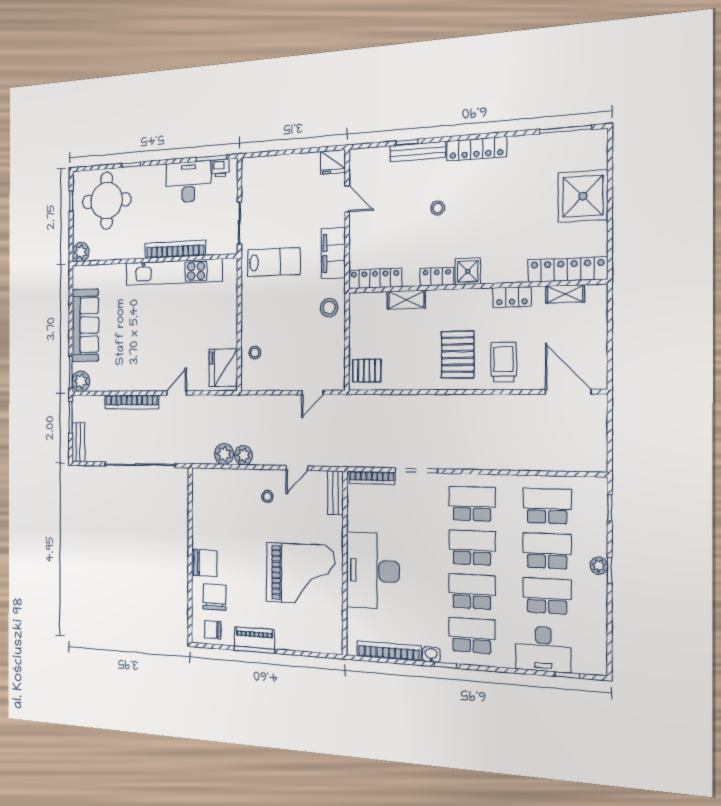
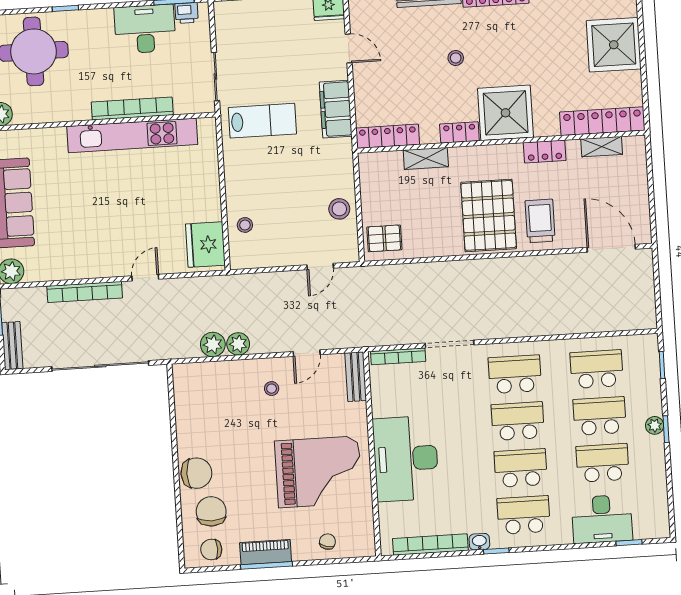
shower: (468, 271) -> (506, 113), width x1.86, depth x1.86
stool: (329, 308) -> (339, 209), moved
pallet: (458, 355) -> (489, 215), width x1.37, depth x1.41
chair: (304, 636) -> (327, 542), added

